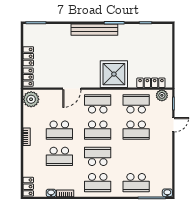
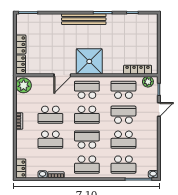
shower: (114, 74) -> (89, 61), moved
school desk: (136, 130) -> (123, 115), turned 180
school desk: (136, 156) -> (123, 140), added

